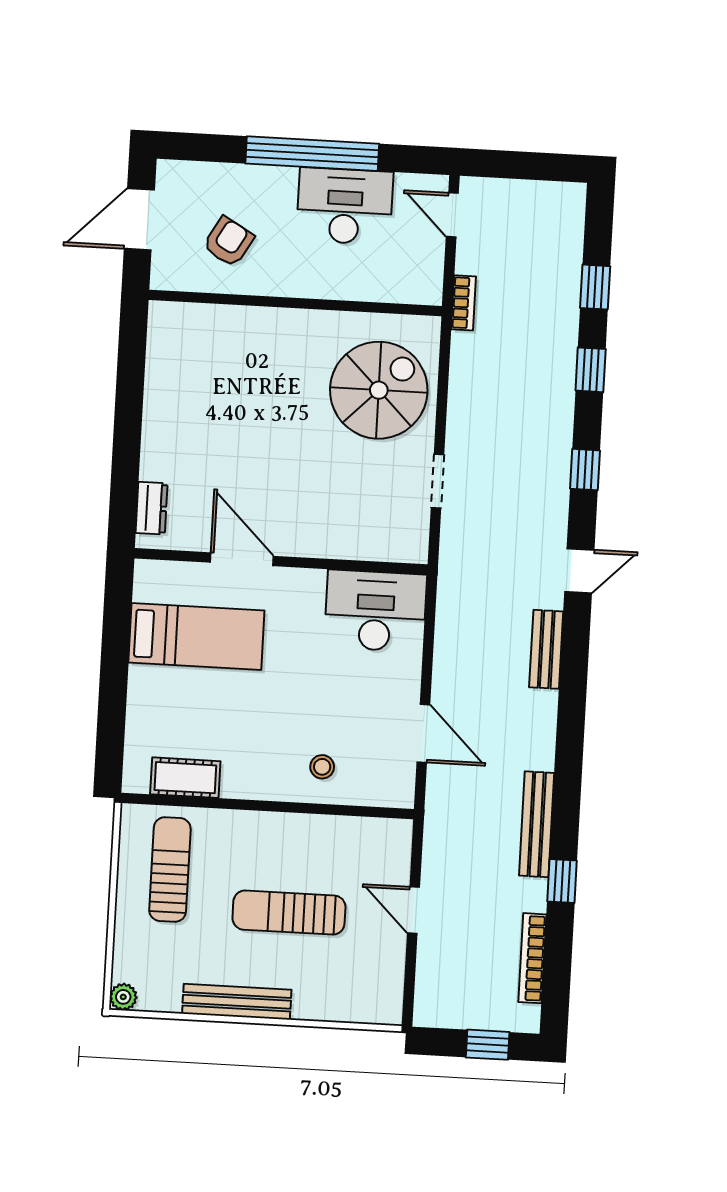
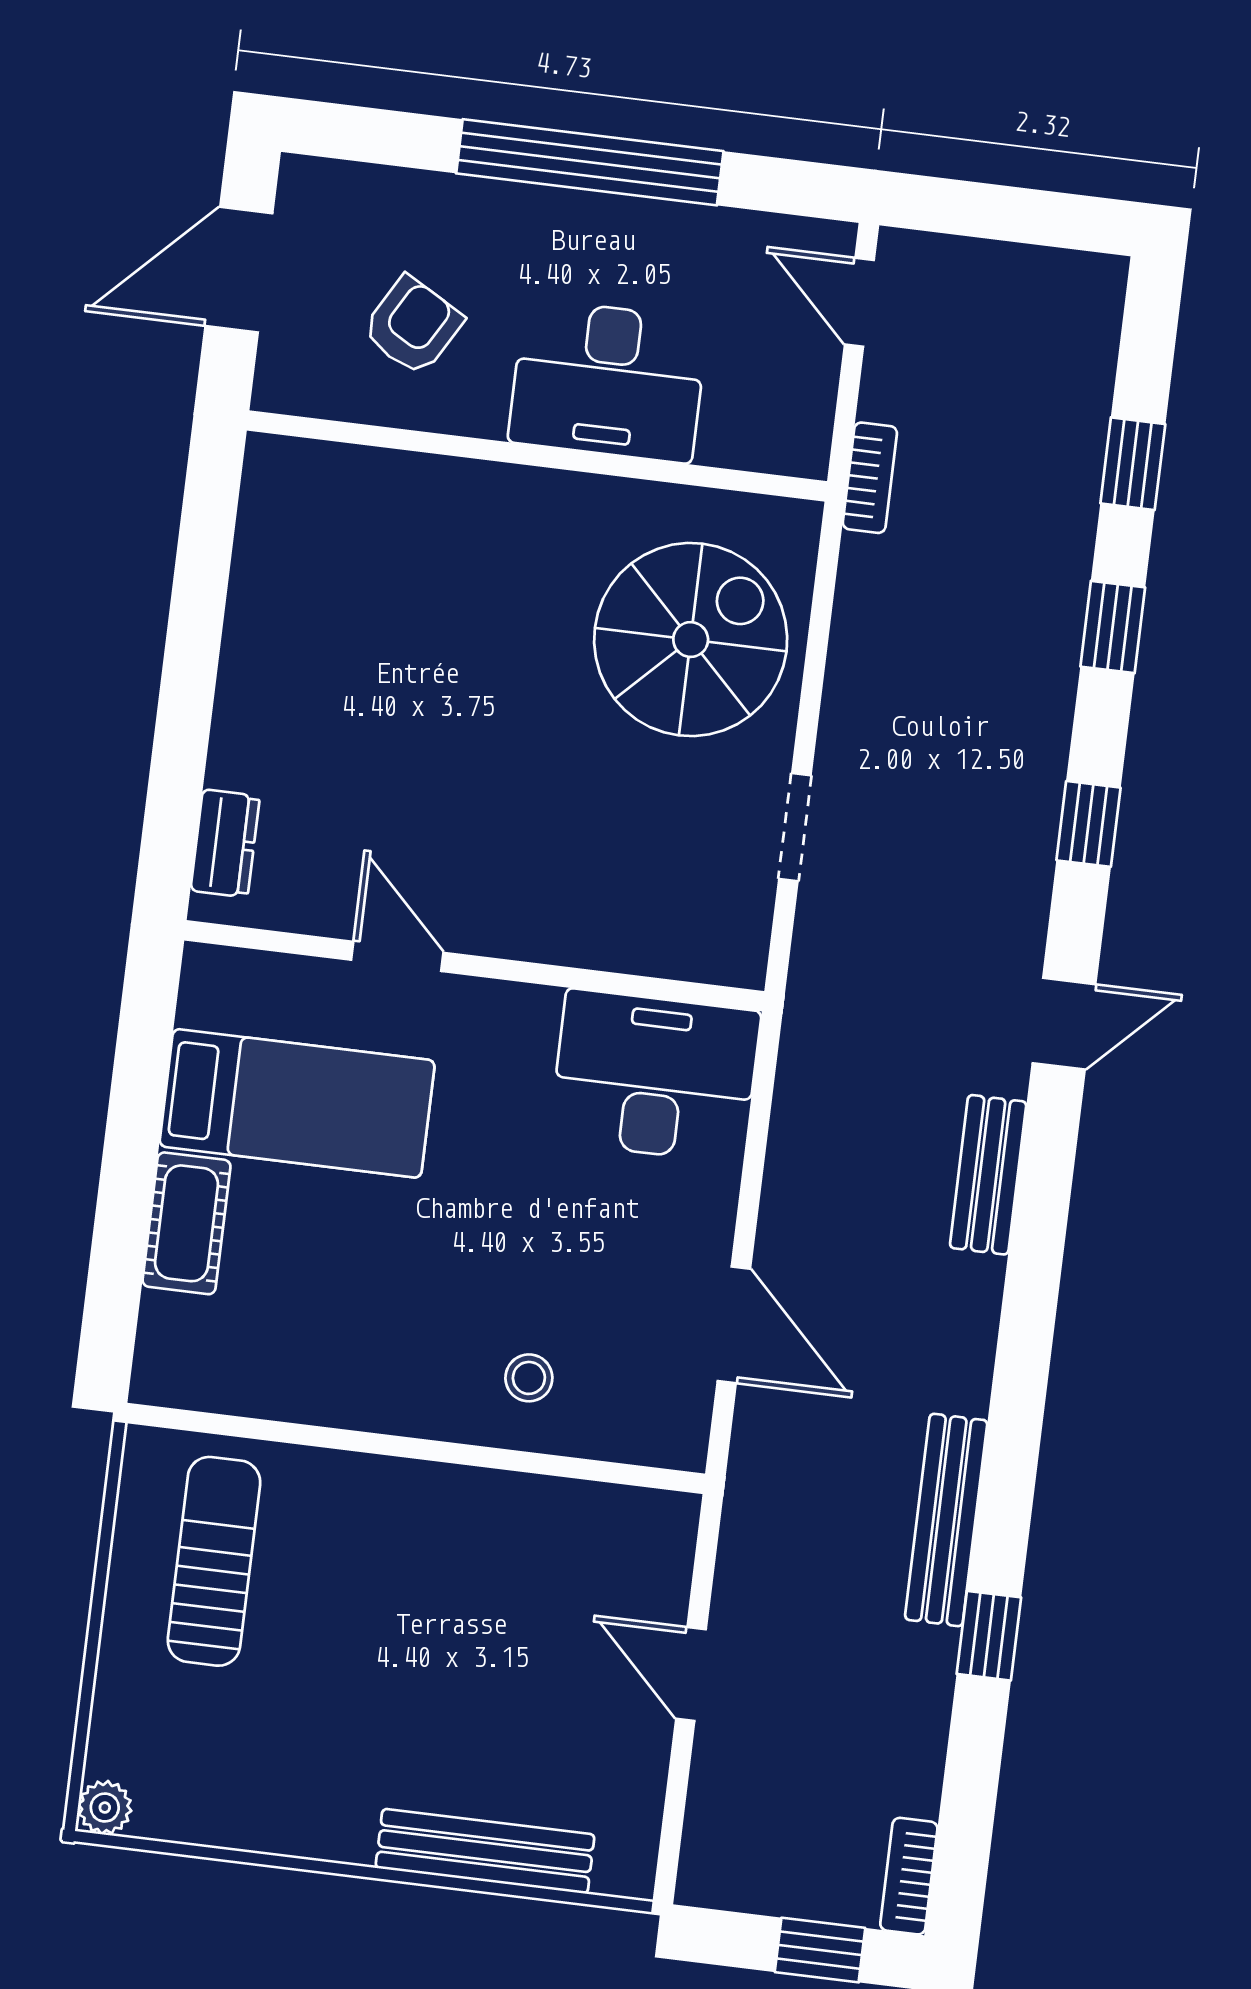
desk: (345, 206) -> (608, 381), moved, turned 180
door: (242, 559) -> (397, 956), width x0.73
cot: (185, 778) -> (187, 1223), moved, turned 90
sun lounger: (289, 913) -> (444, 1662), removed
bookcase: (532, 958) -> (909, 1876), moved, width x0.64
bench: (237, 1002) -> (485, 1851), moved

